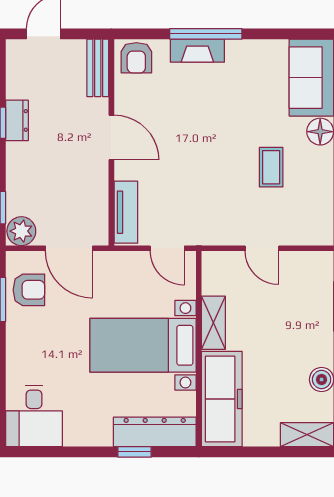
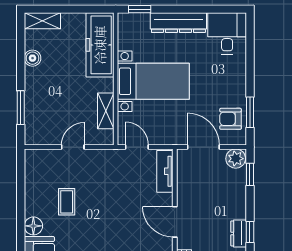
door: (262, 248) -> (73, 147), hinge flipped
shelving: (213, 323) -> (106, 111), moved
dresser: (155, 432) -> (178, 23), moved
window: (135, 452) -> (140, 9), moved

